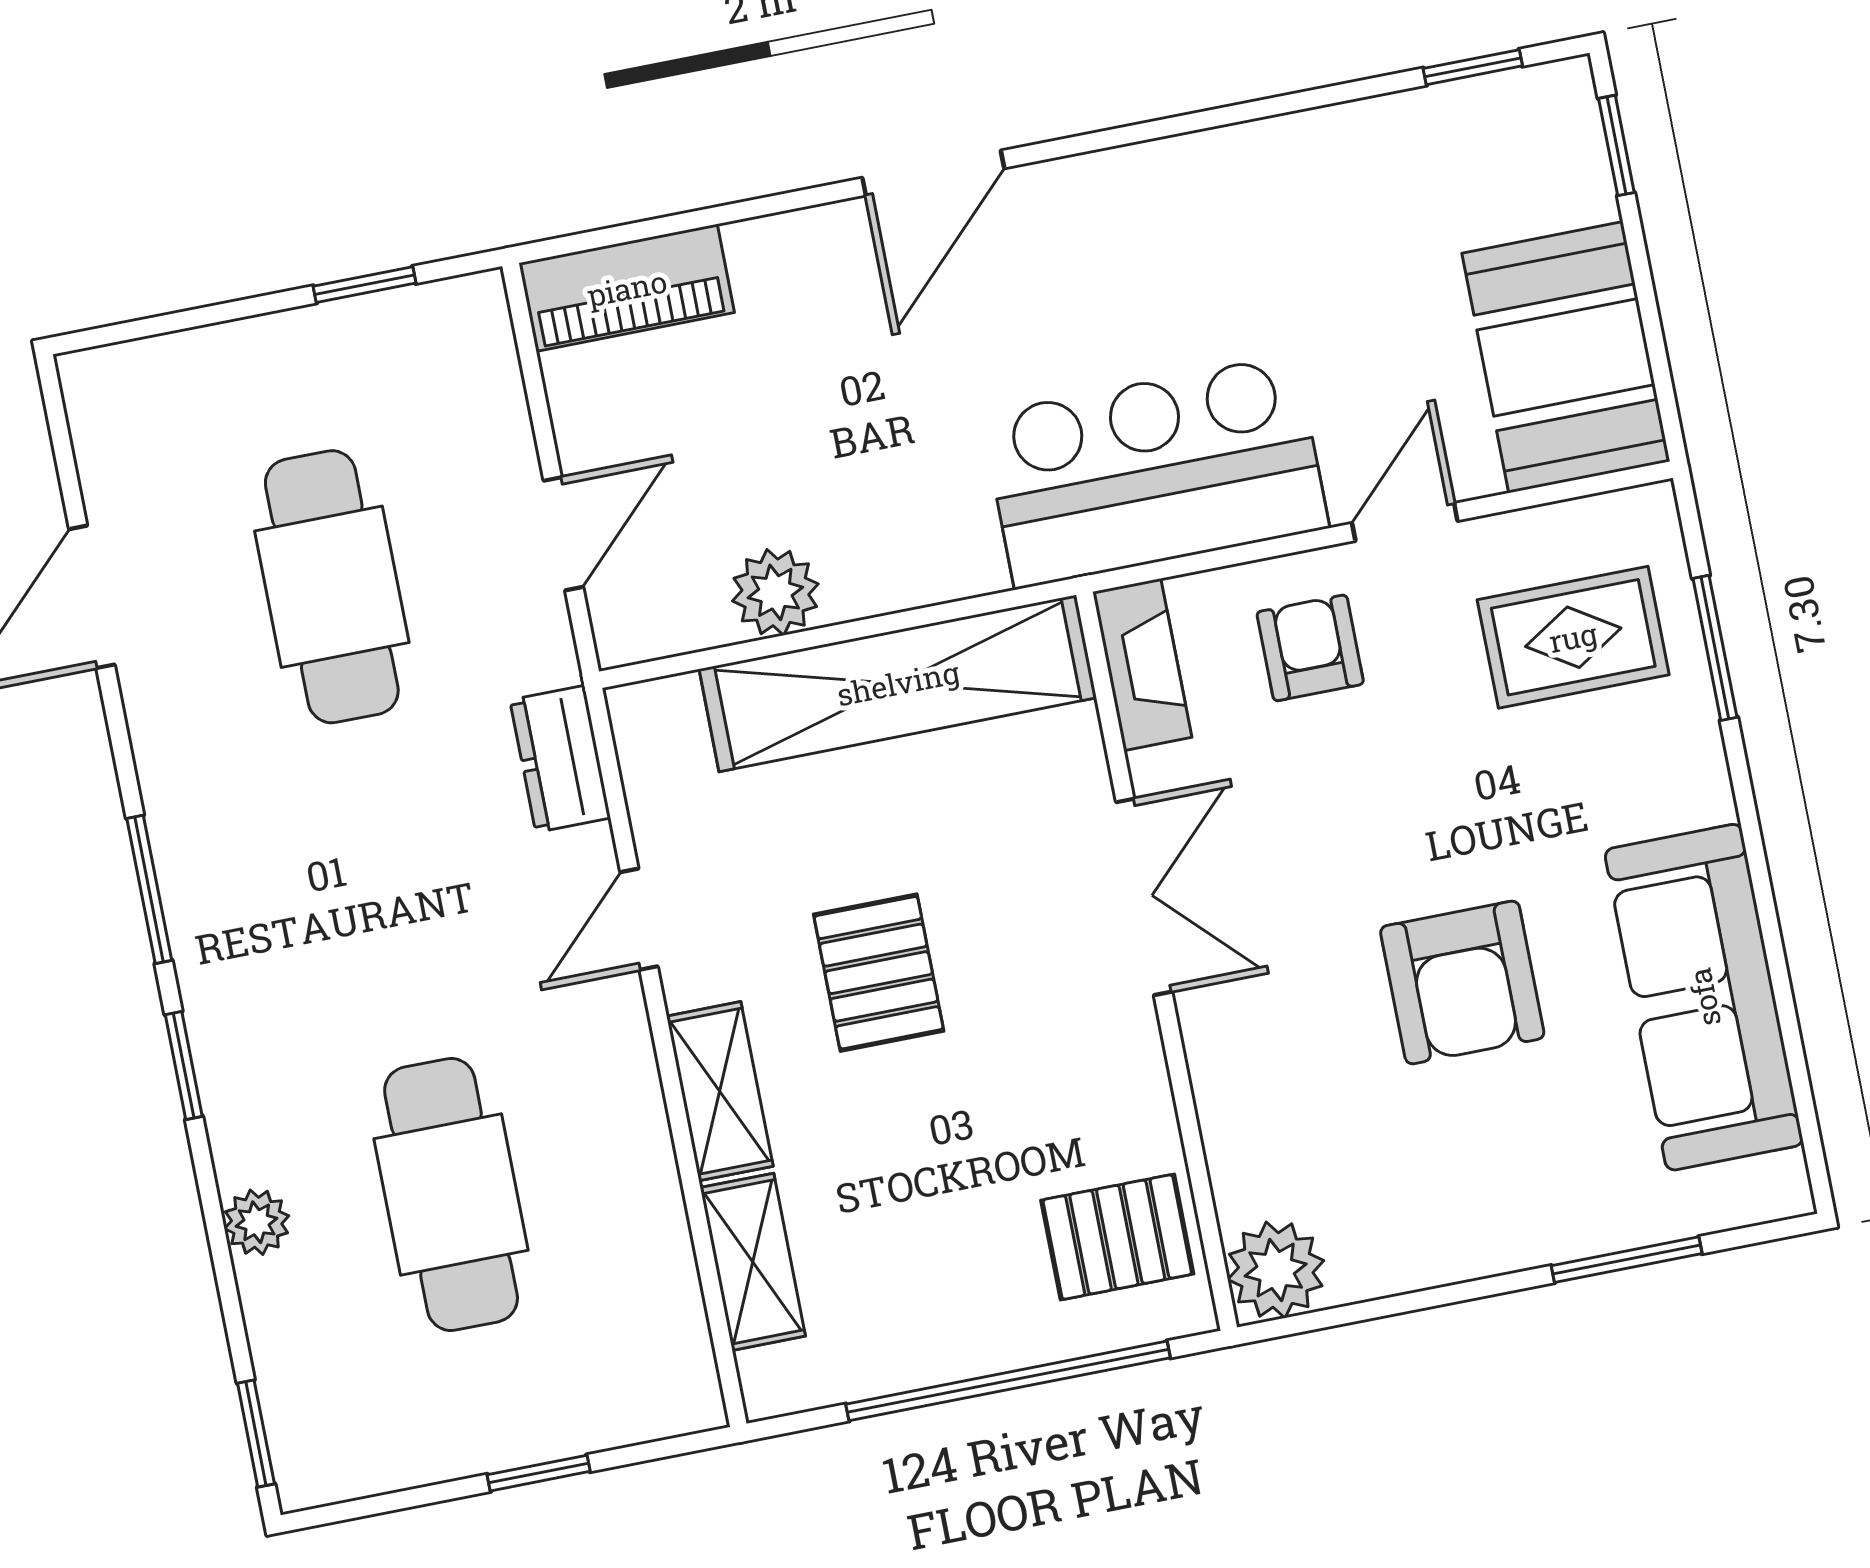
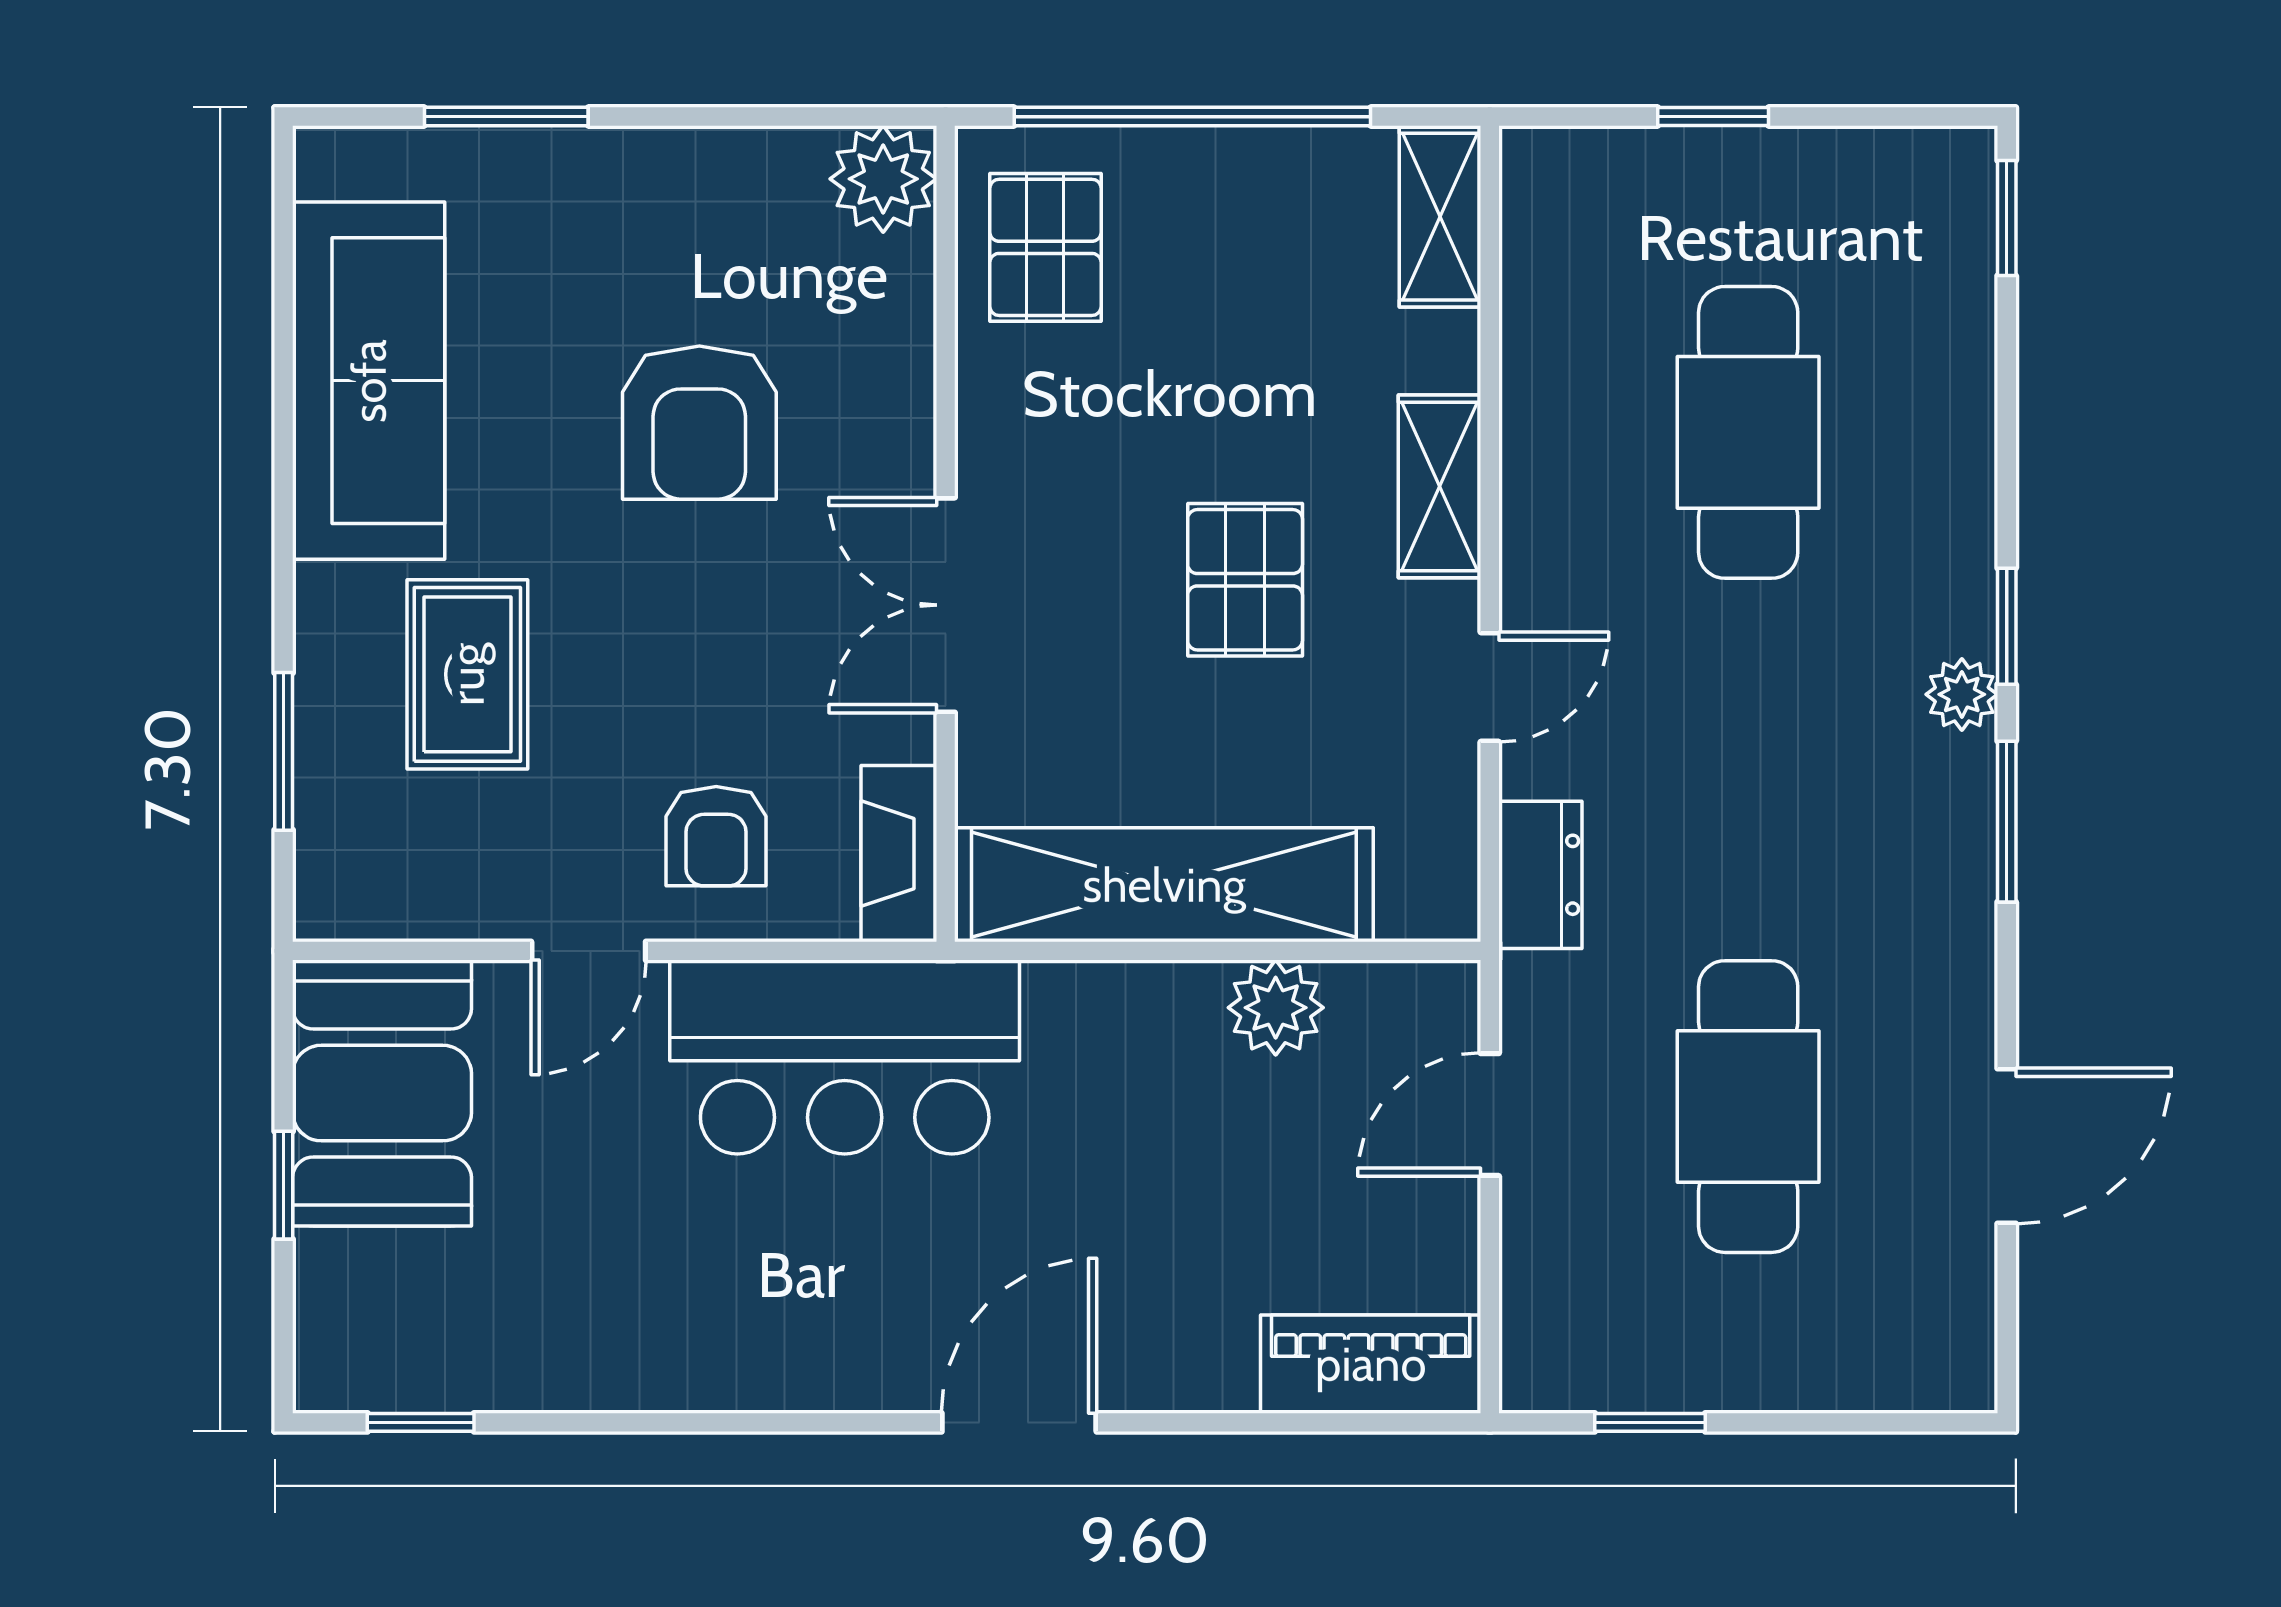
window: (1616, 145) -> (284, 1185), moved
rug: (1573, 637) -> (467, 674), moved, turned 90
armchair: (1462, 982) -> (699, 423), moved, turned 180
plant: (257, 1222) -> (1962, 694), moved
pallet: (1117, 1237) -> (1045, 247), turned 90
shelving: (753, 1262) -> (1440, 217), moved

